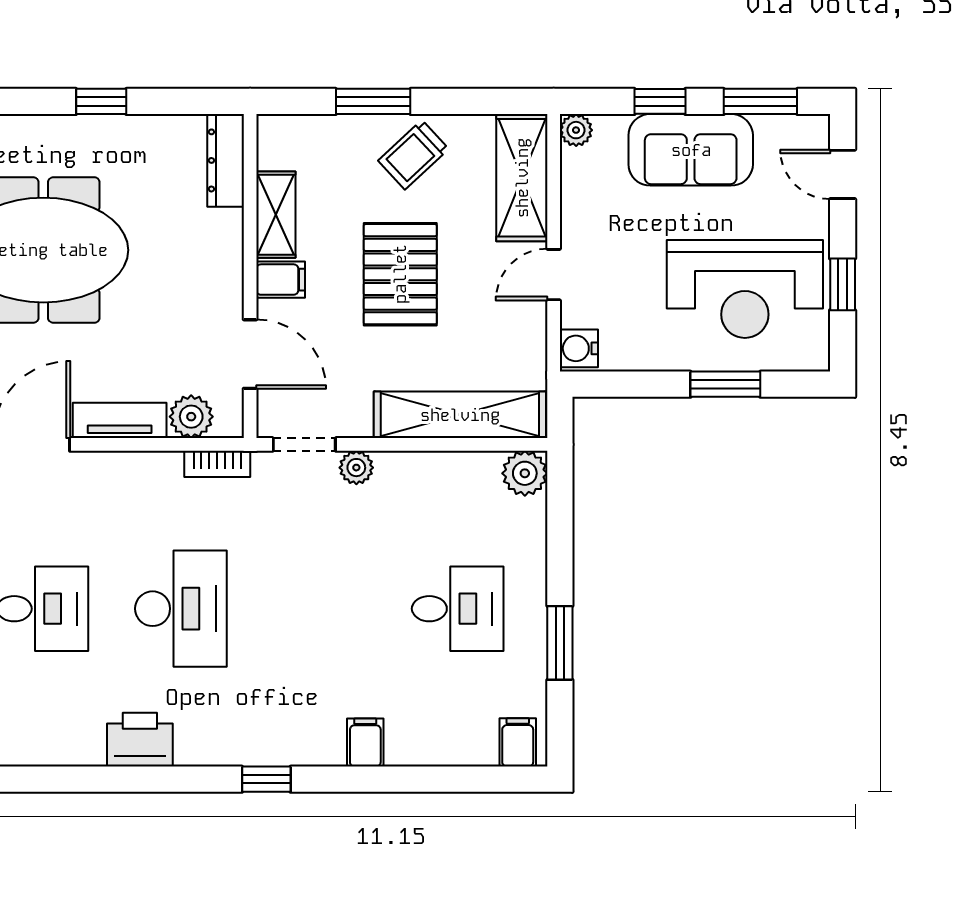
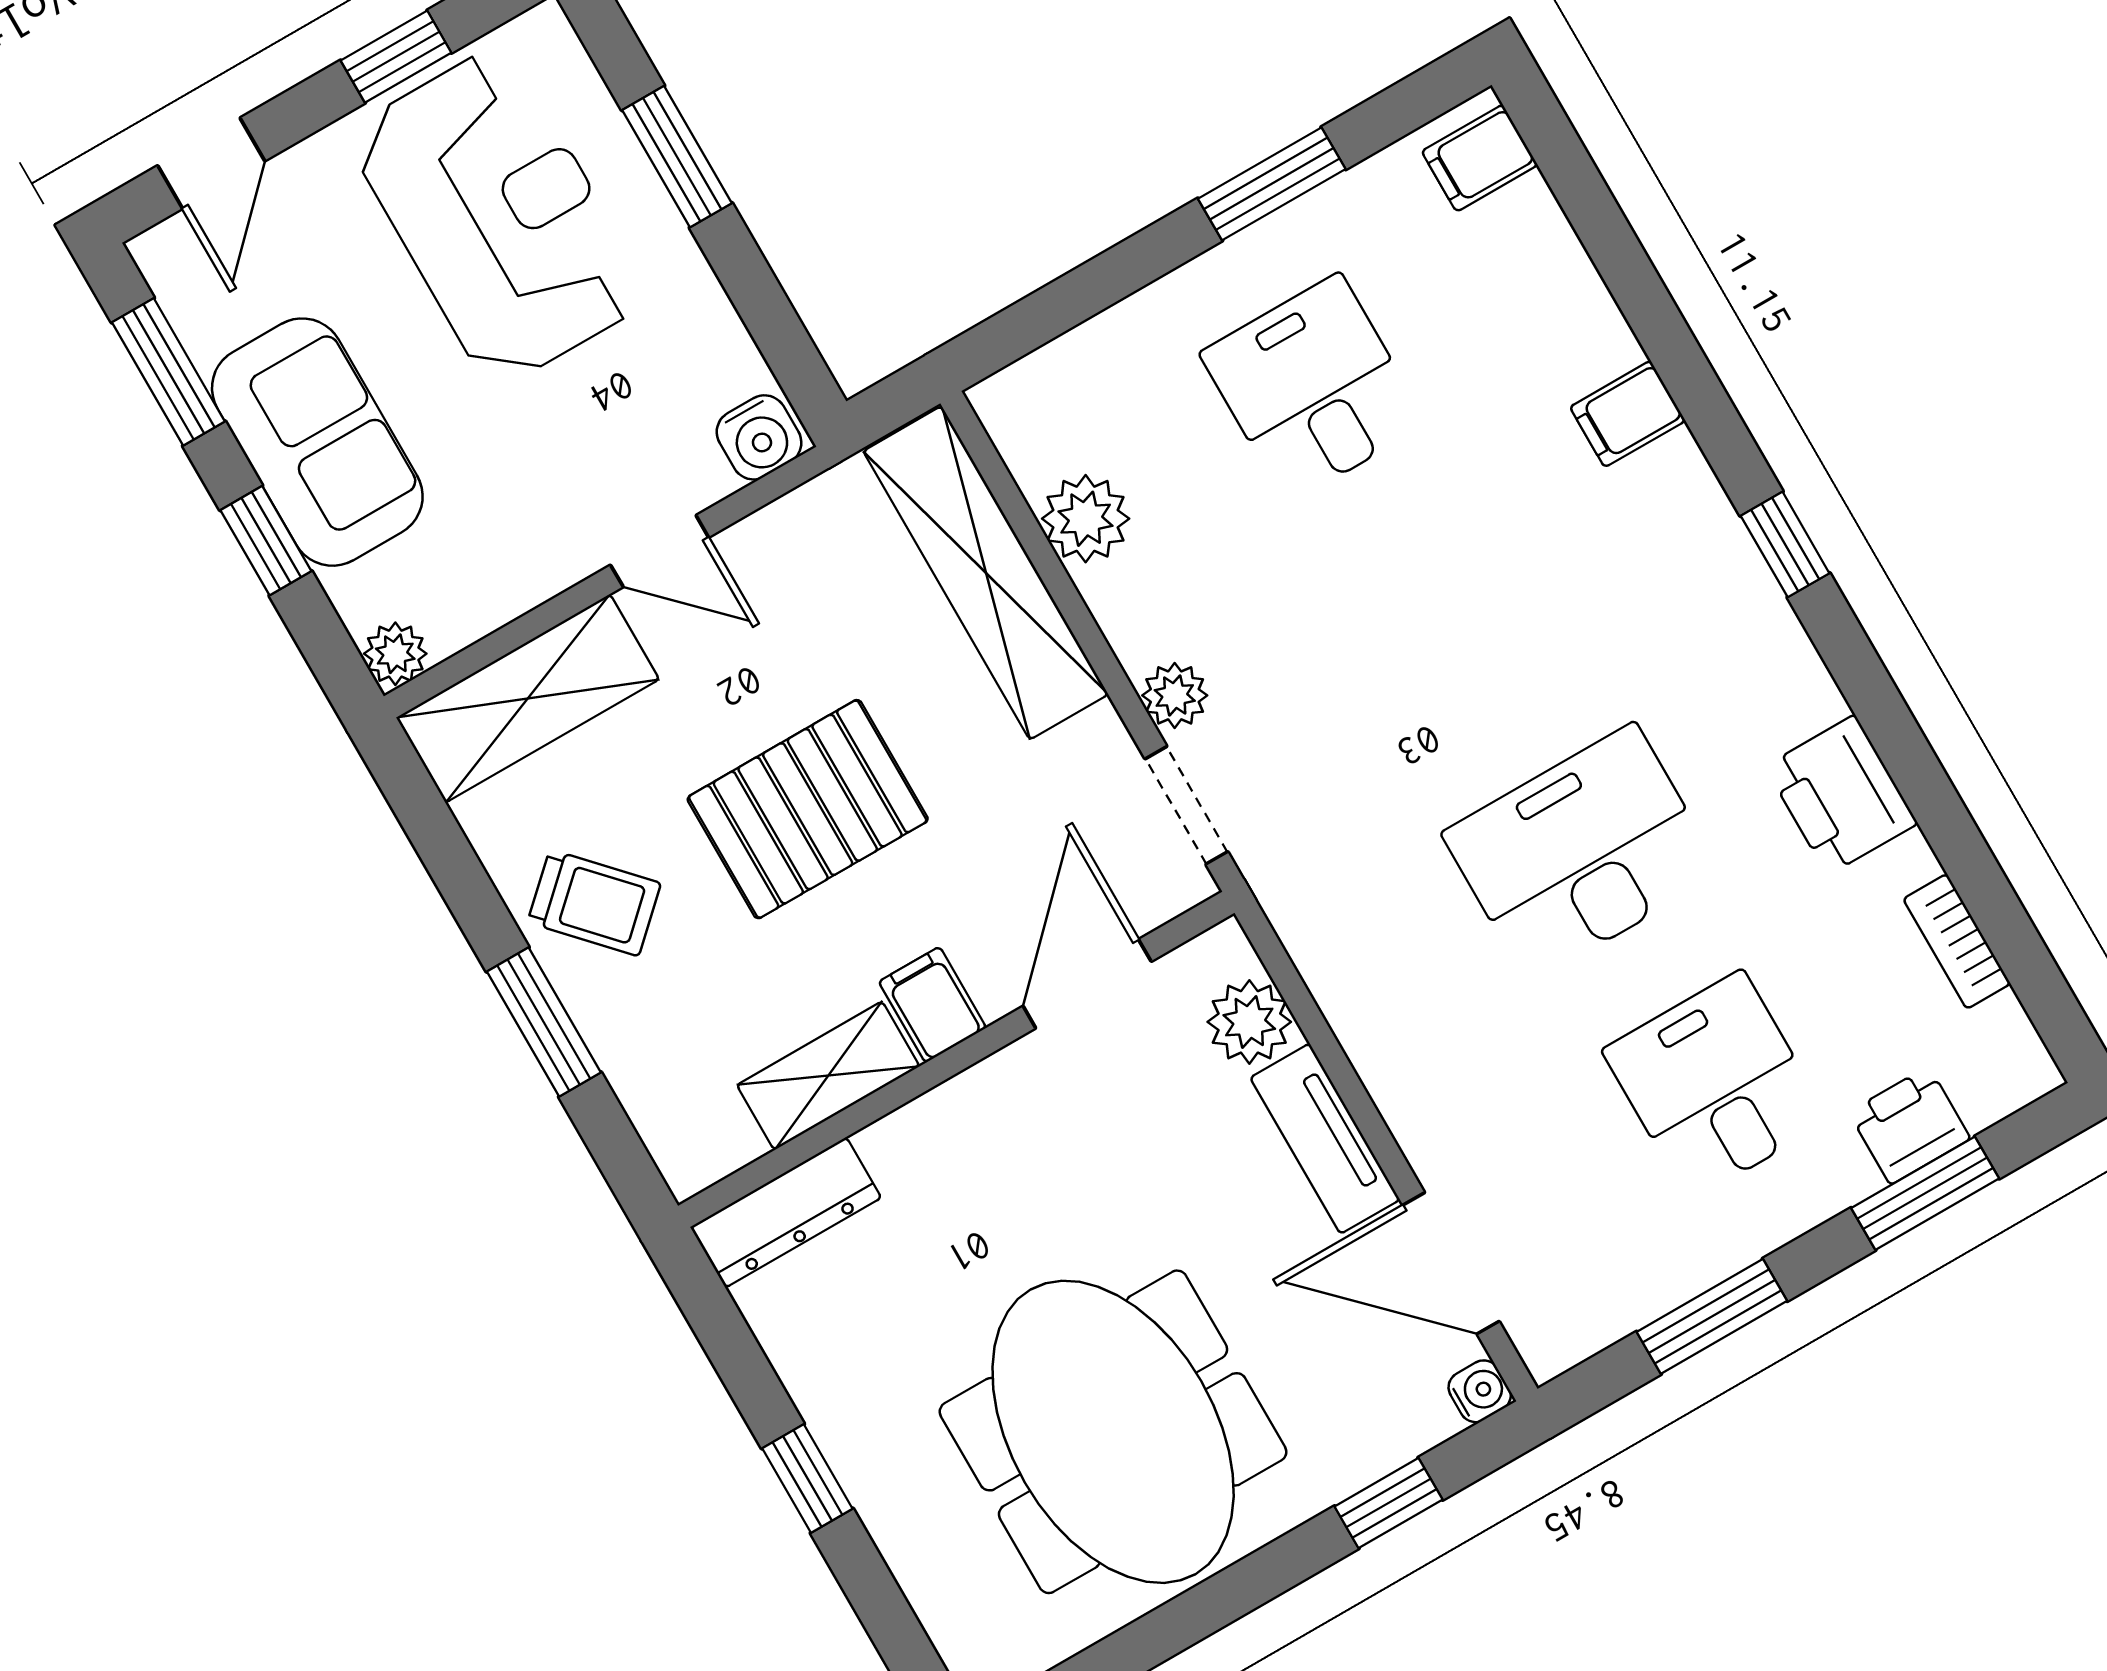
bookcase: (217, 464) -> (1957, 941), moved, turned 180
plant: (525, 473) -> (1086, 519), moved

